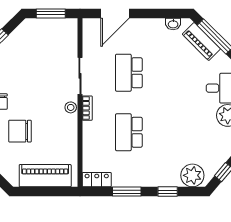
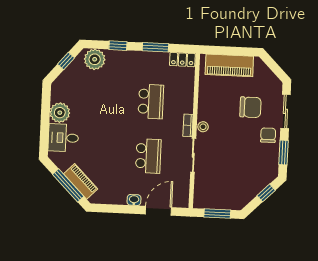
washbasin: (173, 24) -> (134, 200), moved

